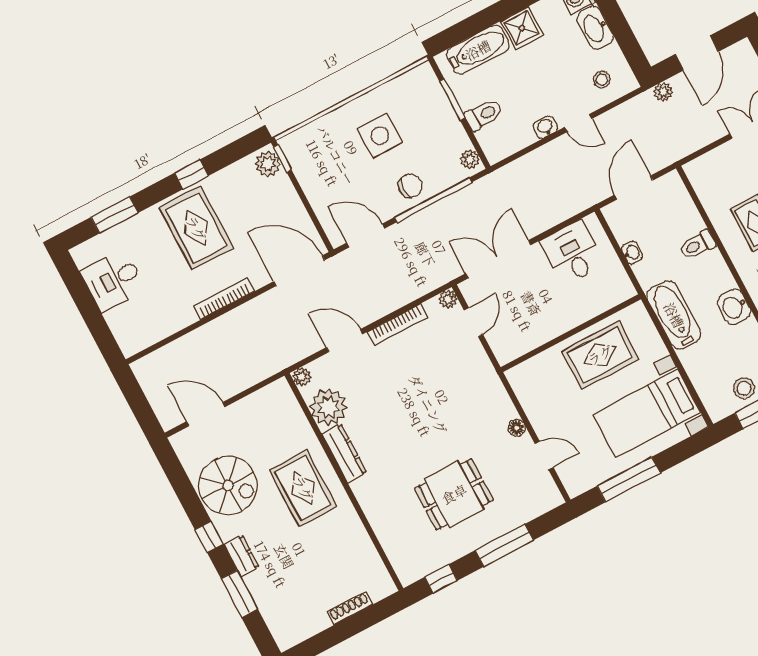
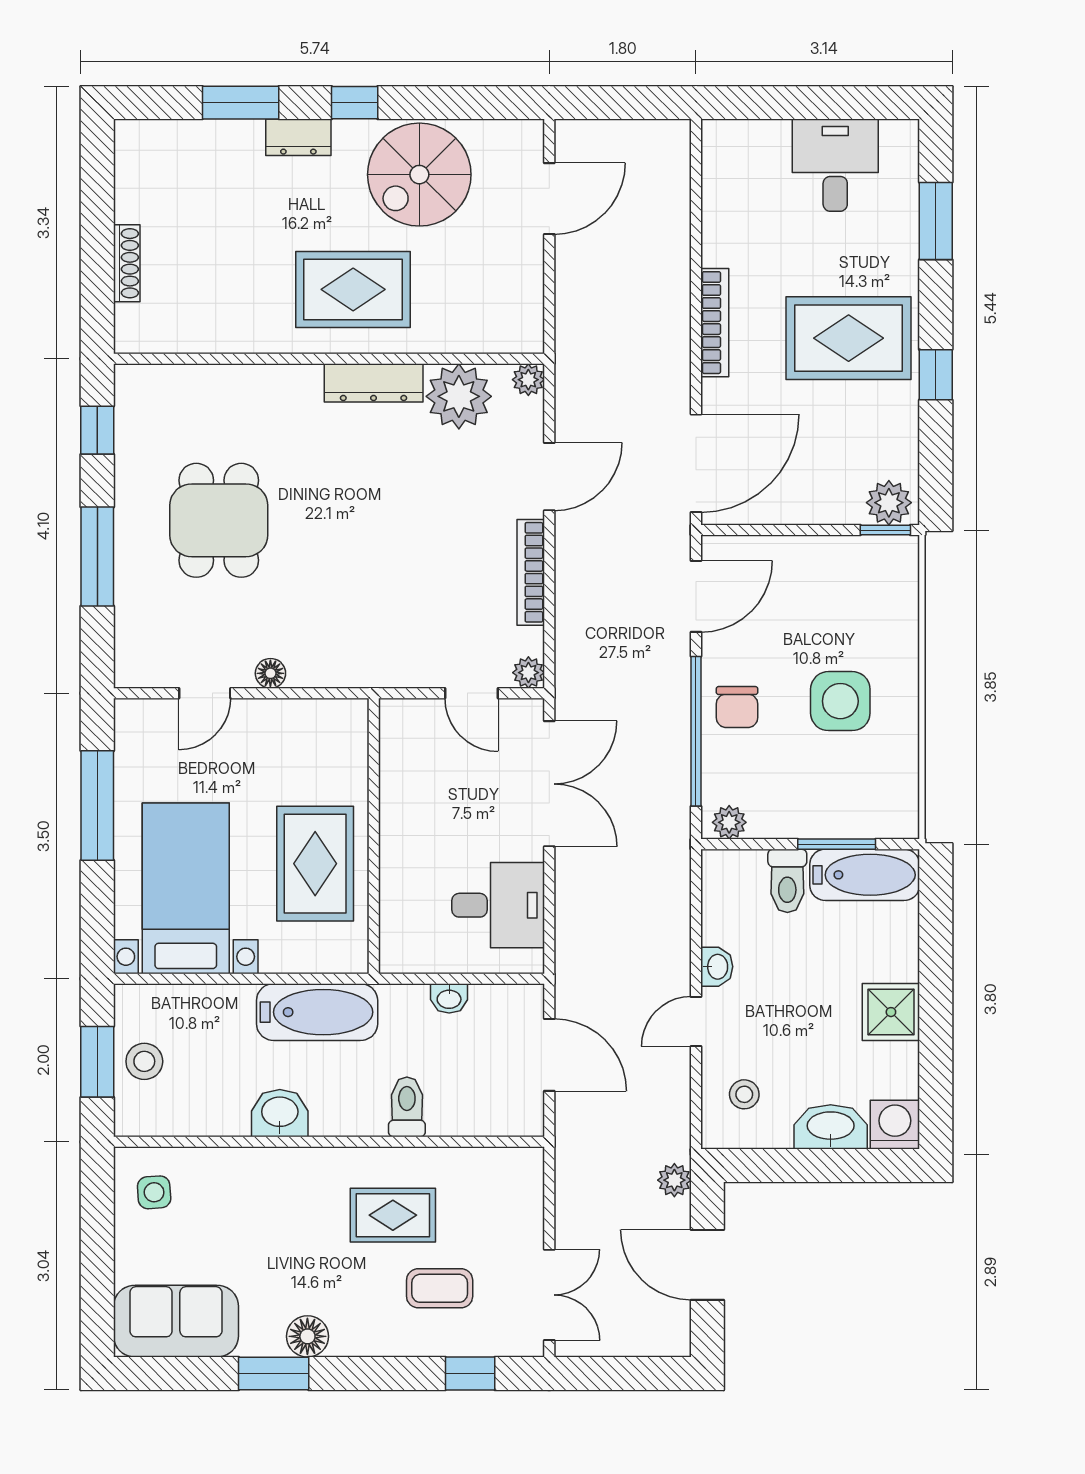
bathtub: (478, 50) -> (865, 875), moved, turned -90

